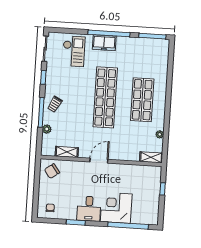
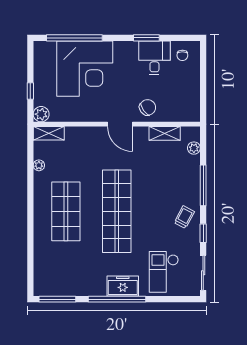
trolley: (55, 104) -> (184, 217), moved
plant: (47, 129) -> (194, 148), moved
door: (99, 161) -> (120, 124), hinge flipped
chair: (52, 171) -> (148, 107), moved
plant: (156, 172) -> (41, 114), added
corner desk: (116, 208) -> (85, 69), width x1.36, depth x1.36
desk: (89, 209) -> (154, 58), moved

